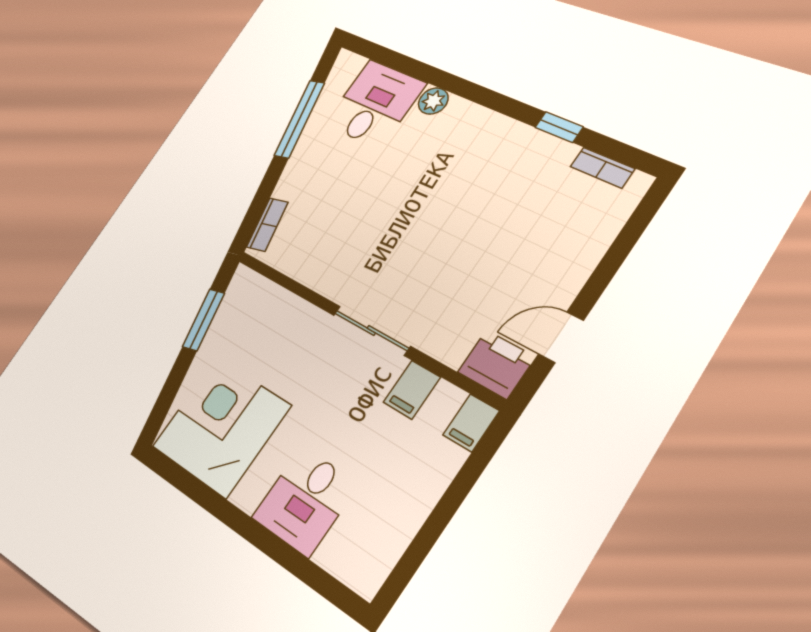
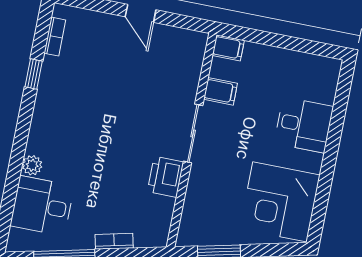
bookcase: (267, 225) -> (114, 241), moved
door: (561, 337) -> (141, 13), moved
printer: (496, 364) -> (165, 177), moved

